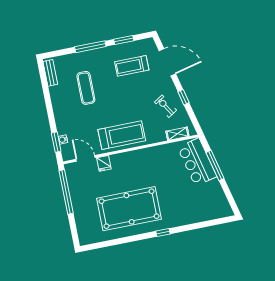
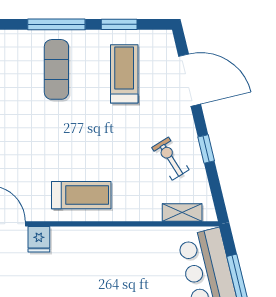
treadmill: (132, 66) -> (124, 74), turned 90
exercise mat: (86, 88) -> (56, 69), moved
treadmill: (122, 135) -> (81, 195), width x0.73, depth x0.73

